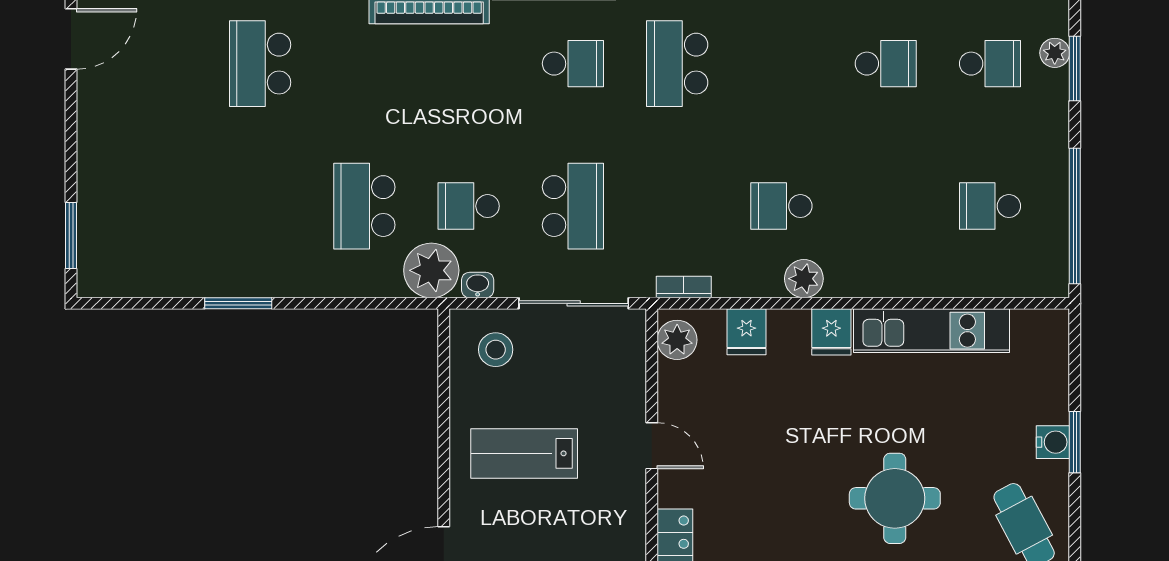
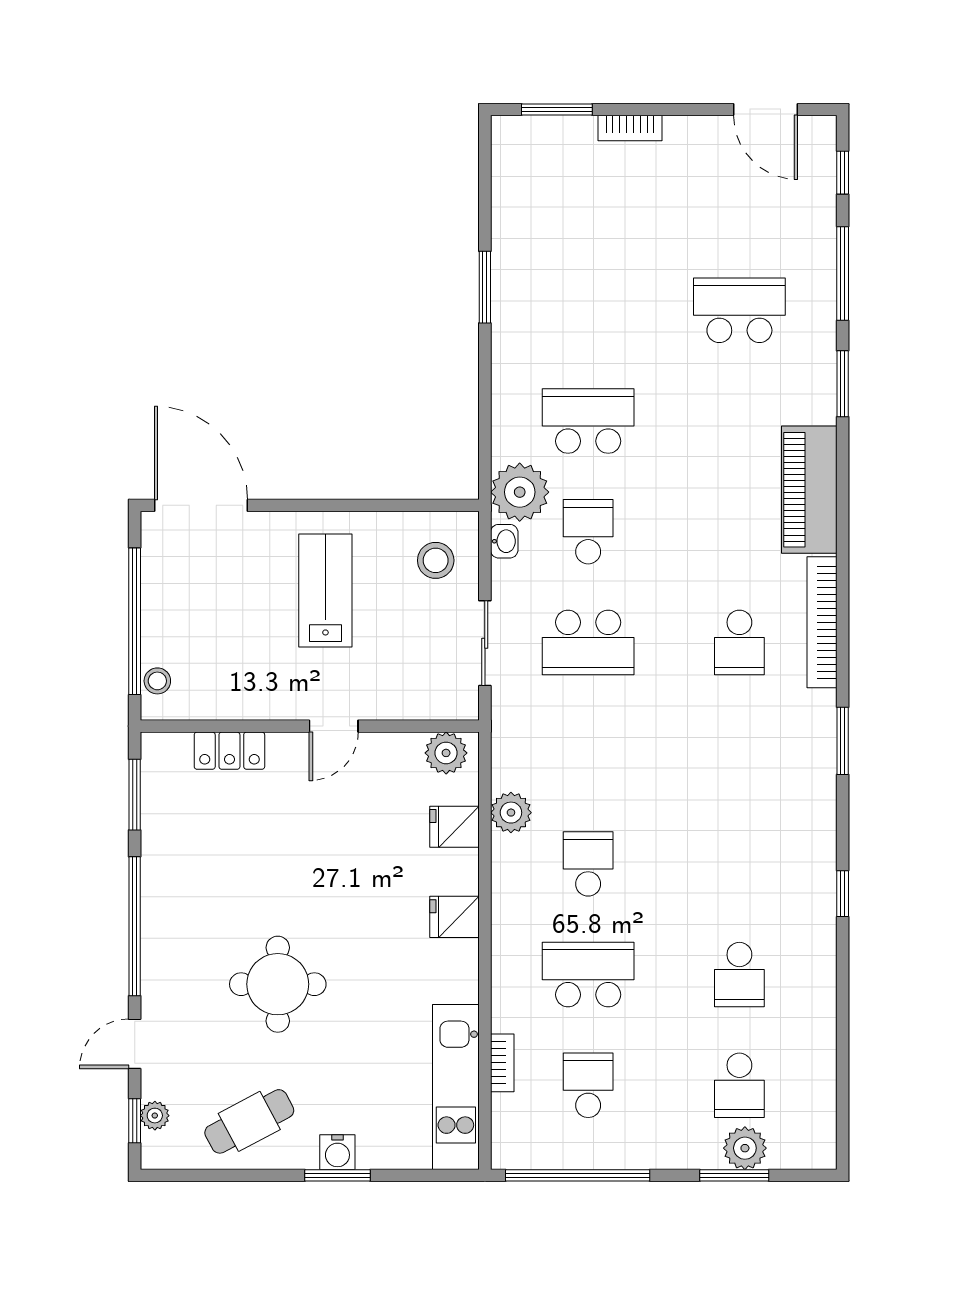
plant: (1055, 53) -> (745, 1148), width x1.38, depth x1.38
school desk: (677, 64) -> (588, 975), moved
bookcase: (88, 167) -> (630, 128), added
plant: (804, 279) -> (511, 813), moved
bookcase: (684, 287) -> (502, 1063), moved
sliding door: (574, 303) -> (485, 643), width x0.73
kitchen unit: (932, 331) -> (456, 1087), moved

